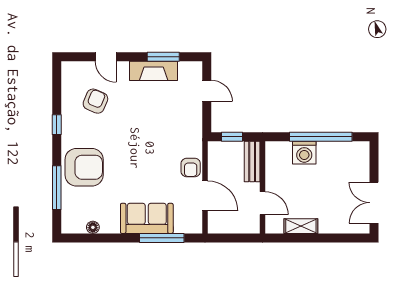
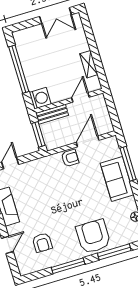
armchair: (95, 101) -> (42, 243), turned -113
window: (57, 125) -> (68, 266), width x2.17
window: (232, 137) -> (38, 134), width x1.50
washing machine: (304, 153) -> (40, 98), moved

